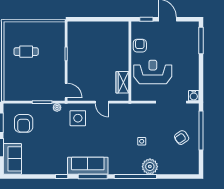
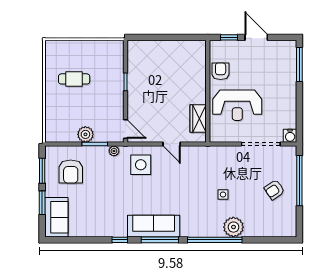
reception desk: (153, 72) -> (237, 105), turned 180
plant: (35, 95) -> (85, 134), added

